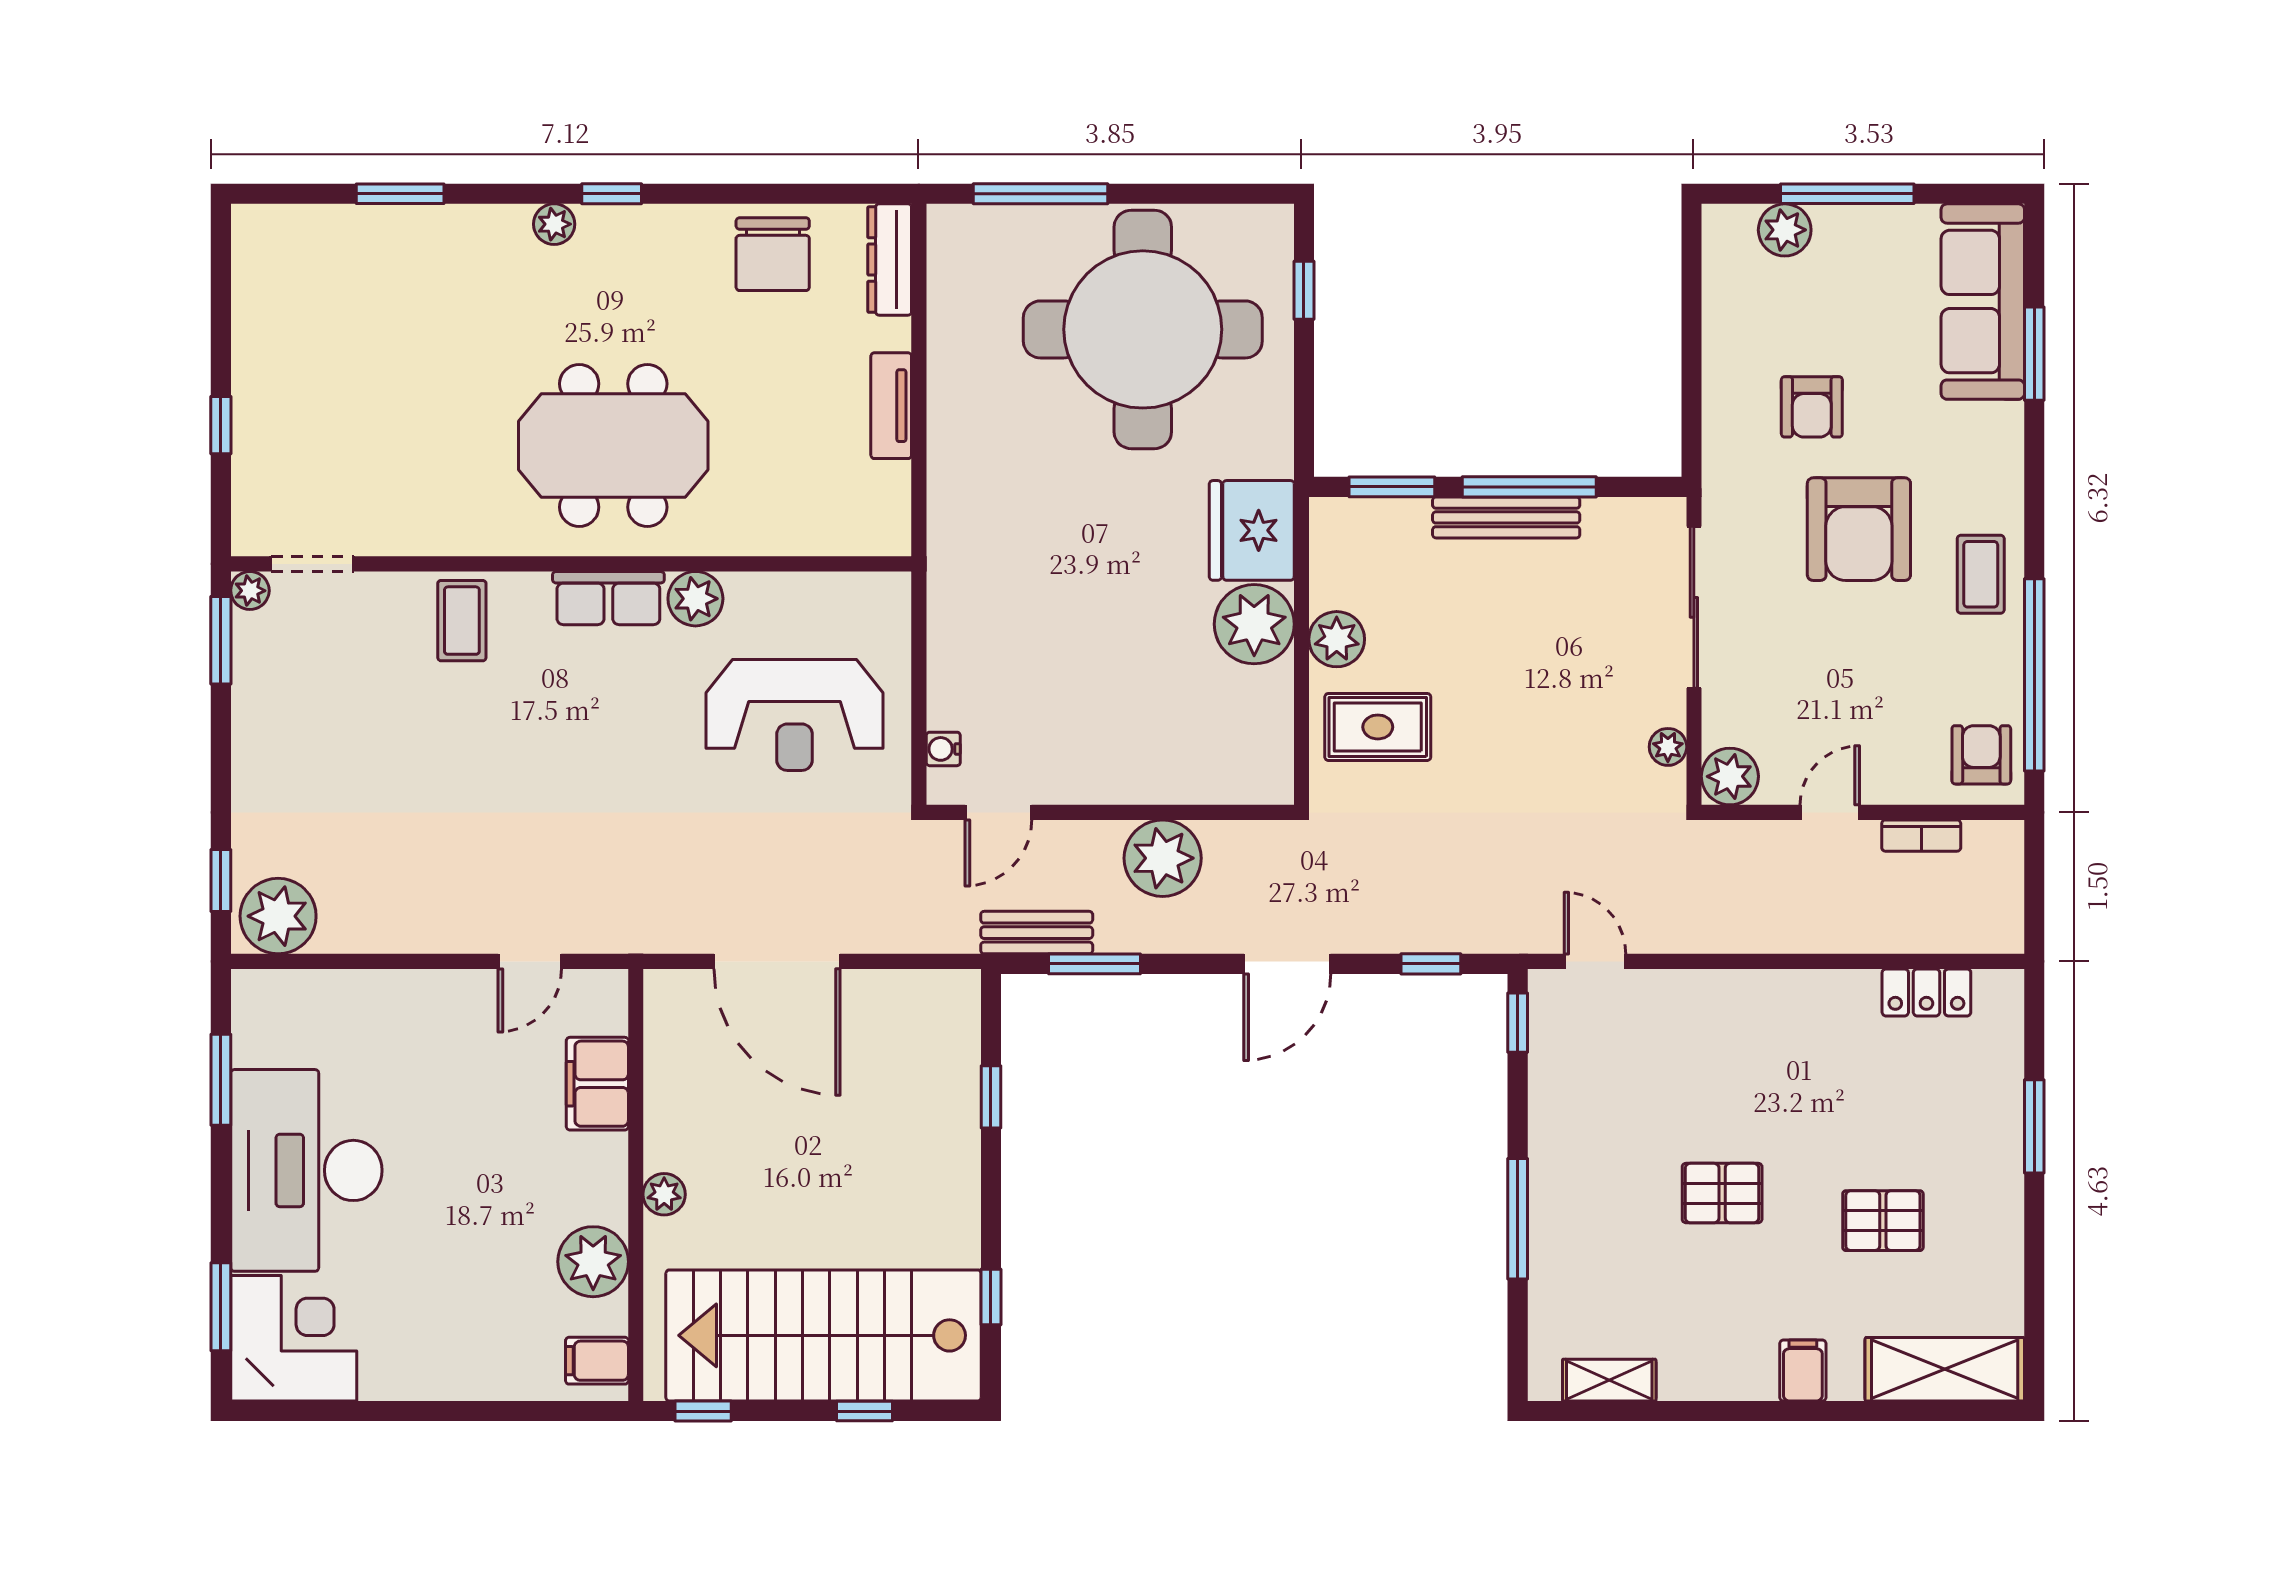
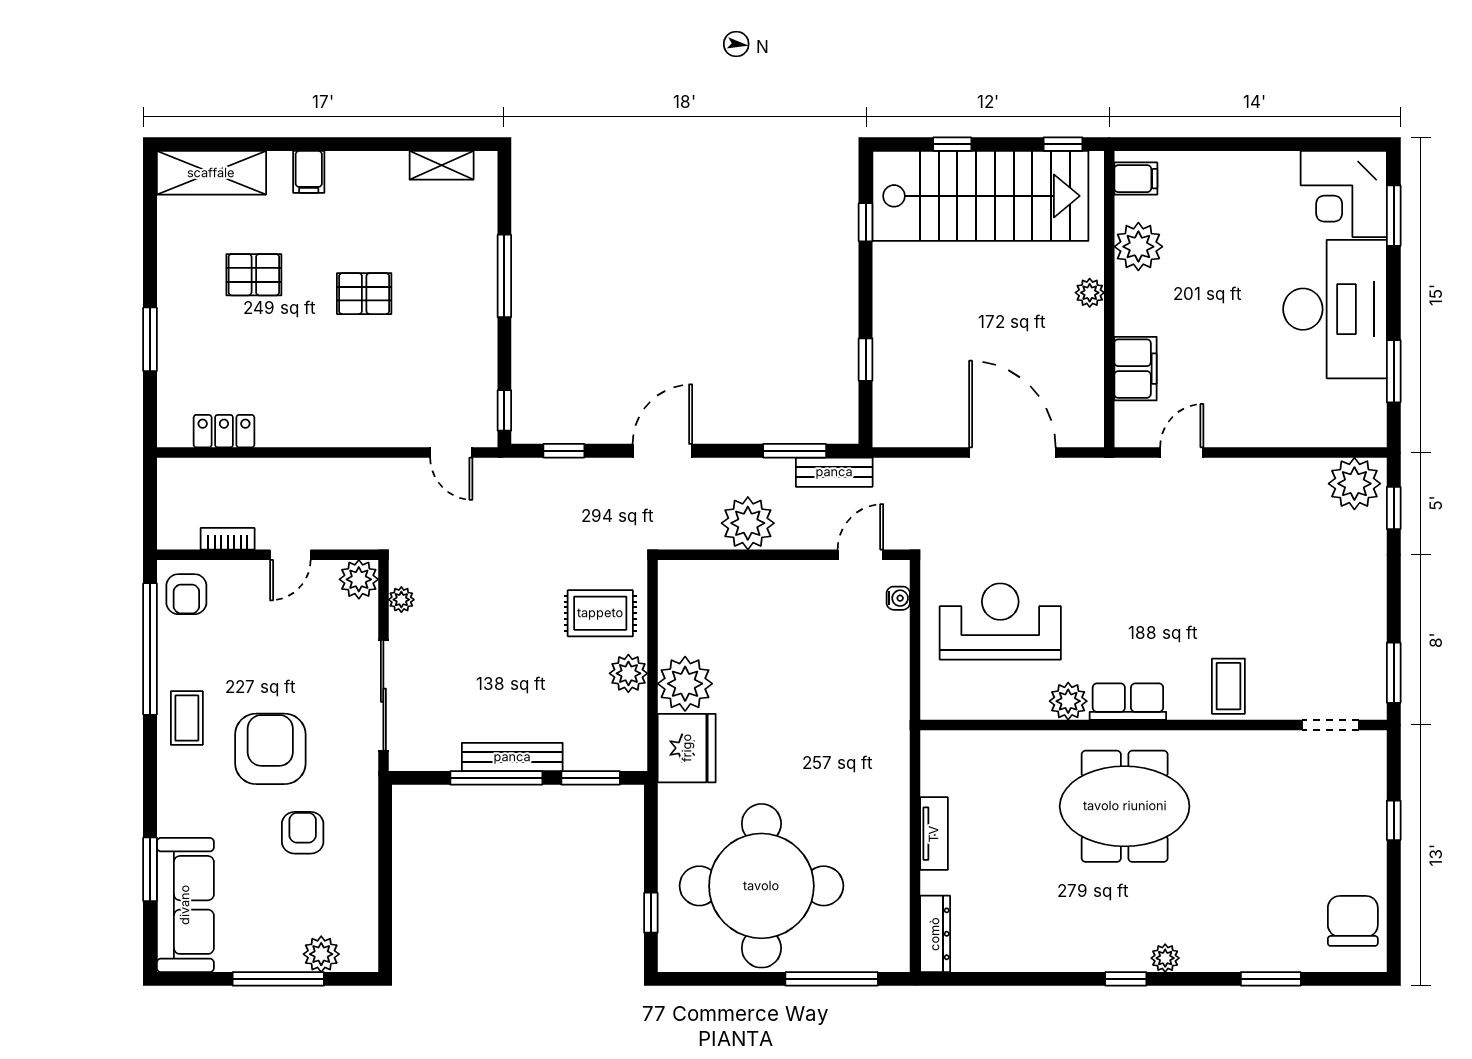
chair: (773, 254) -> (1353, 921), moved
plant: (250, 591) -> (1374, 707), removed

